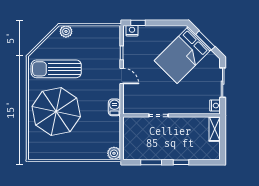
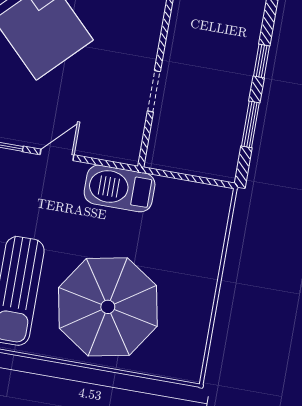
barbecue: (114, 107) -> (120, 188), width x1.88, depth x1.53
plant: (114, 153) -> (218, 200), removed

